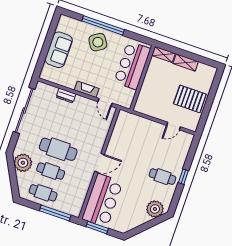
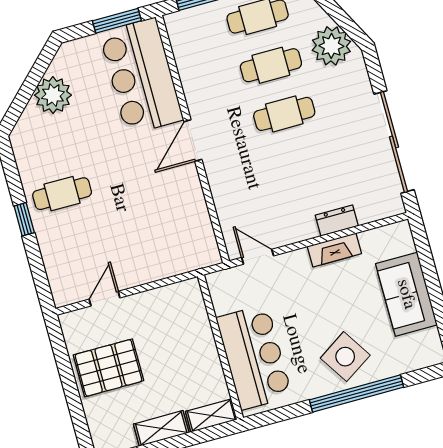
fireplace: (87, 89) -> (334, 250), moved
cafe table: (58, 149) -> (284, 114), width x0.73, depth x0.74
plant: (155, 209) -> (53, 95), moved

